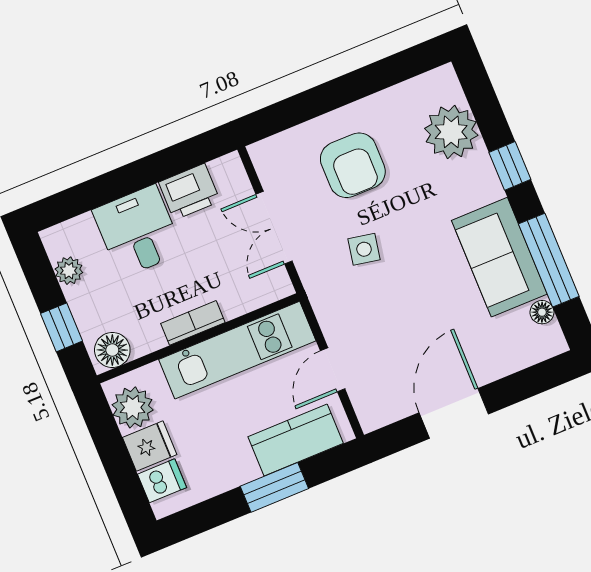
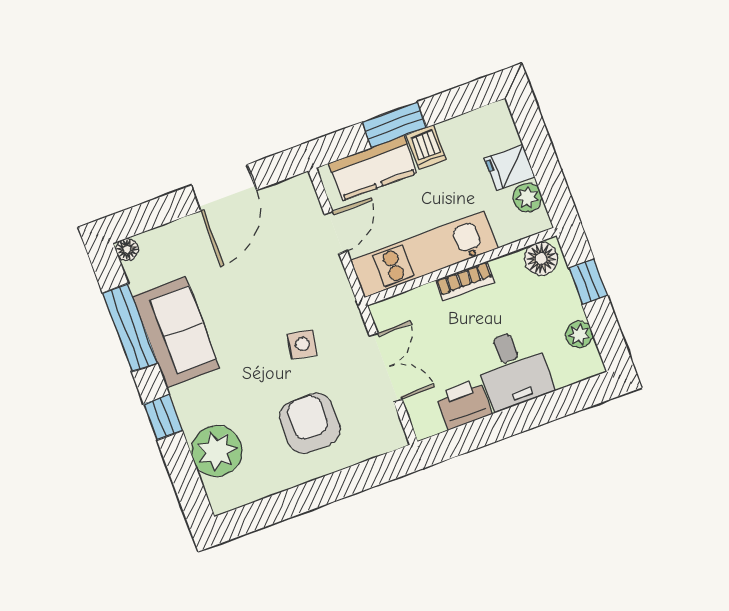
floor lamp: (542, 312) -> (127, 250), moved
plant: (133, 407) -> (527, 197), width x0.73, depth x0.73
dishwasher: (162, 481) -> (426, 147), moved, turned -90

